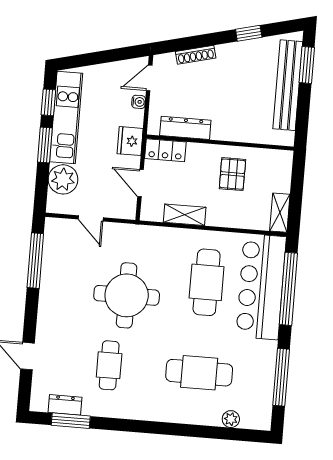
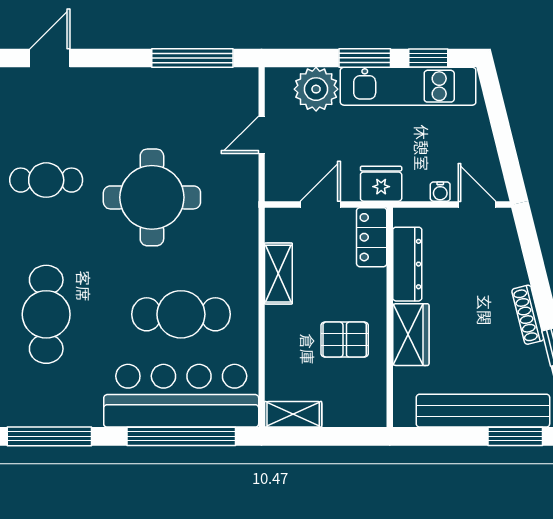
shoe rack: (196, 55) -> (528, 315), moved
wardrobe: (233, 129) -> (411, 335), added

